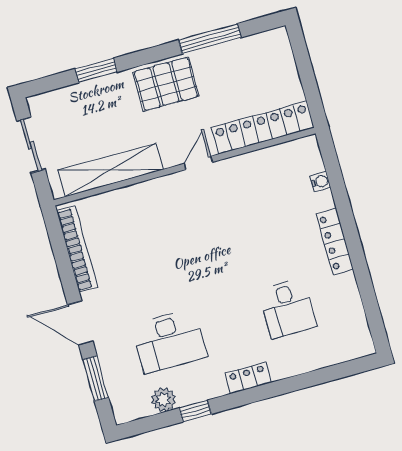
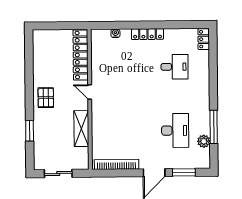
window: (210, 39) -> (29, 70), removed
pallet: (166, 84) -> (46, 98), width x0.67, depth x0.71
shelving: (111, 170) -> (81, 129), width x0.68
locker: (248, 378) -> (204, 39), moved
window: (195, 411) -> (214, 127), width x2.17

